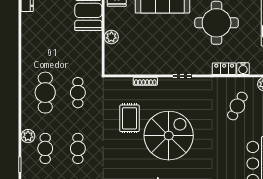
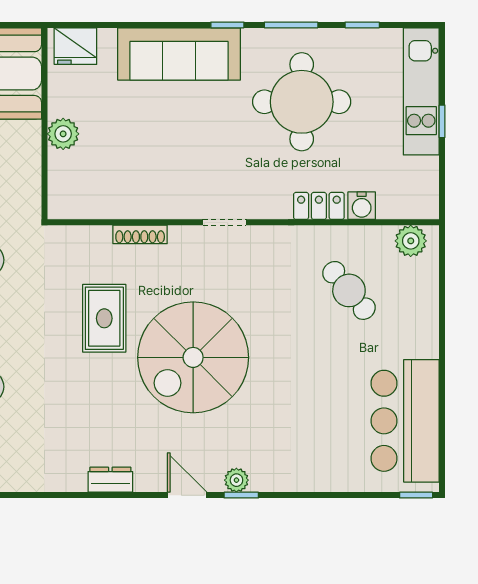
cafe table: (237, 106) -> (349, 290), turned -67
spiral stairs: (169, 136) -> (193, 357), turned 180

